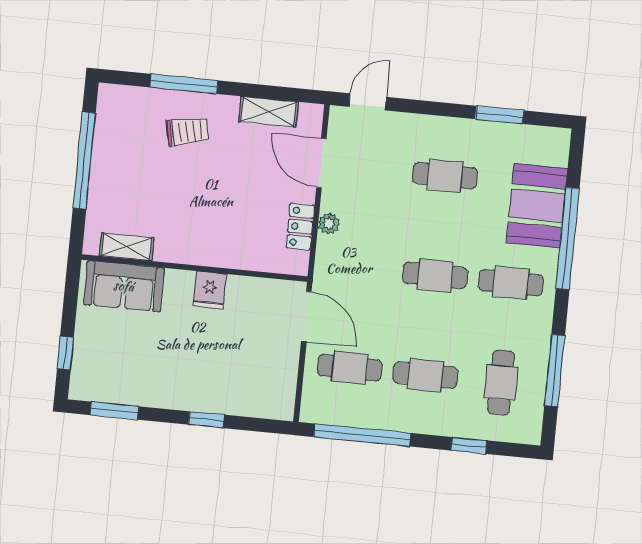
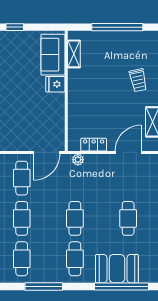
plant: (329, 224) -> (78, 160), moved
window: (568, 238) -> (121, 286), moved
fridge: (210, 290) -> (55, 84), moved
window: (555, 371) -> (44, 286), moved
cafe table: (501, 382) -> (22, 259), turned 90

